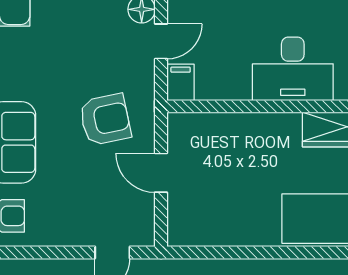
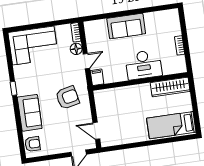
door: (161, 173) -> (96, 131), moved

